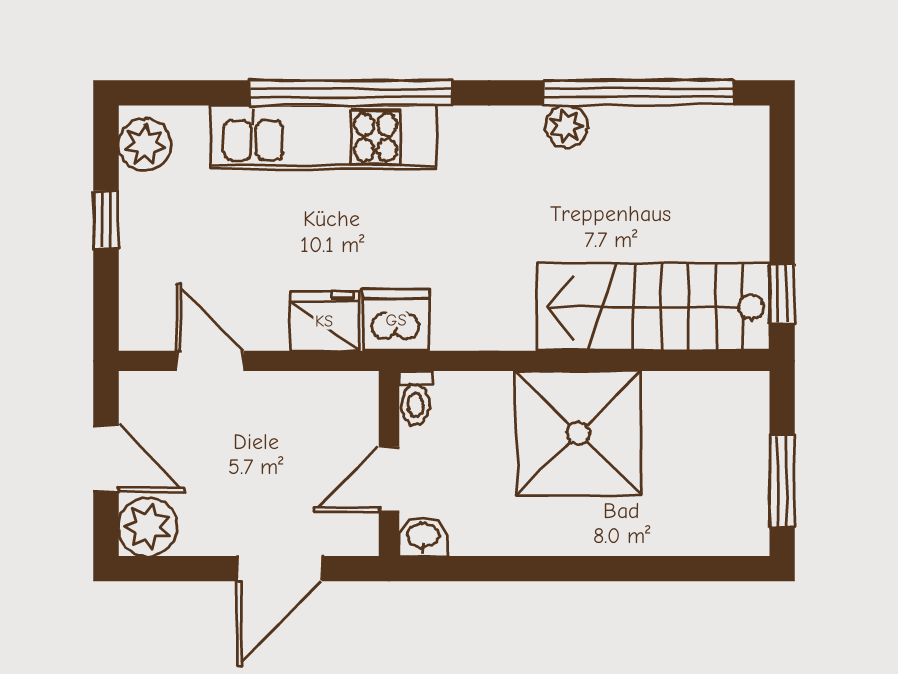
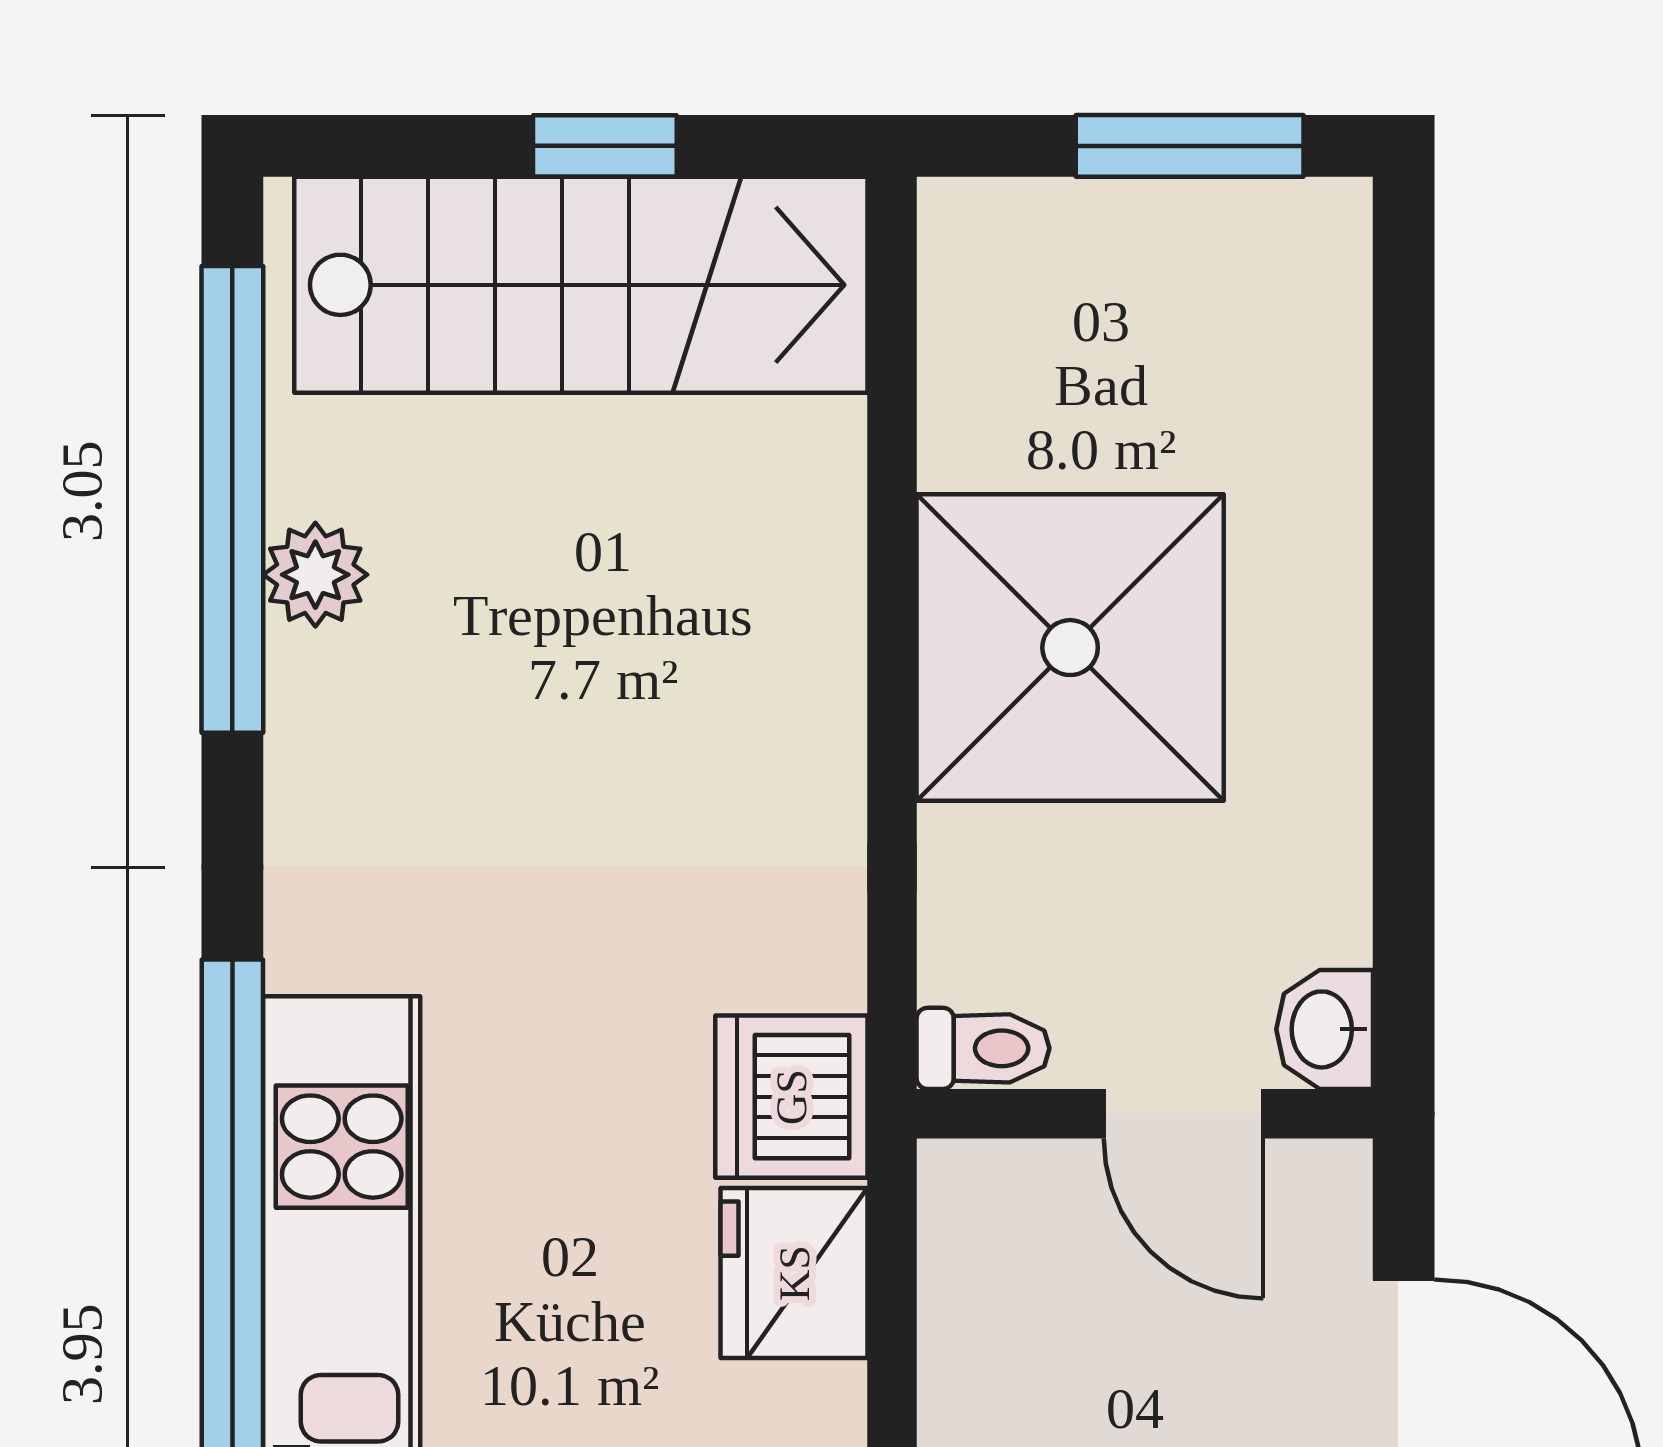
plant: (566, 126) -> (315, 575), moved
window: (782, 294) -> (605, 146), moved
stairs: (653, 307) -> (581, 285), moved, turned -90

